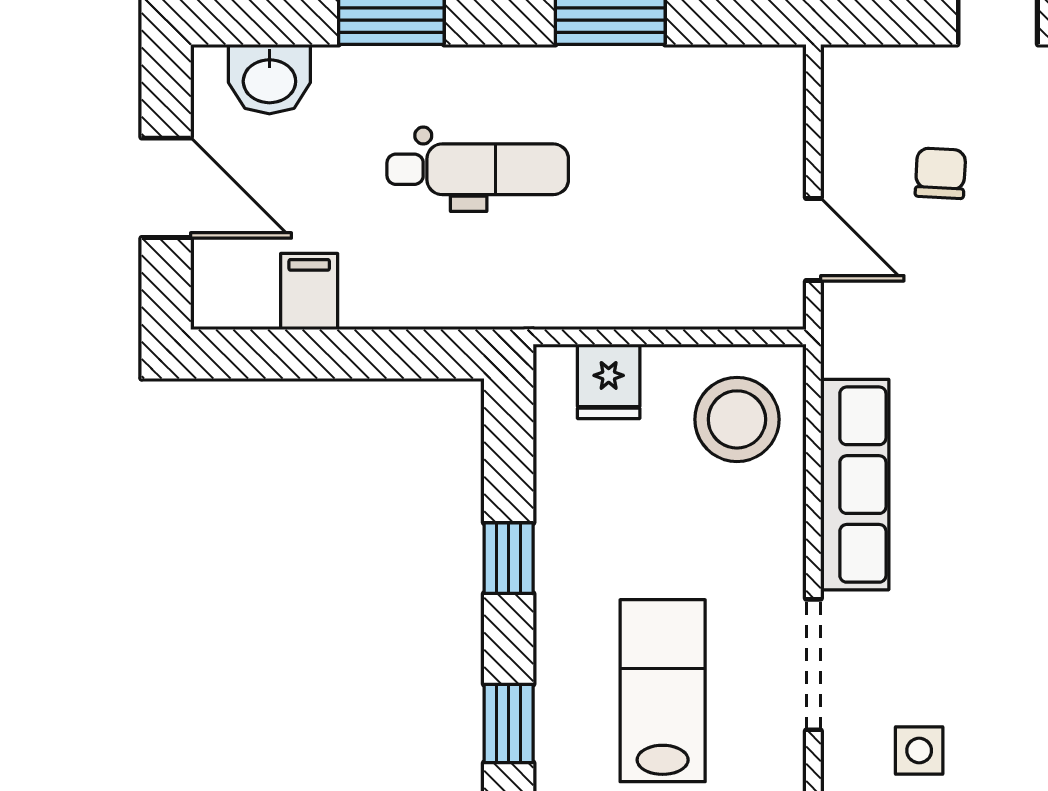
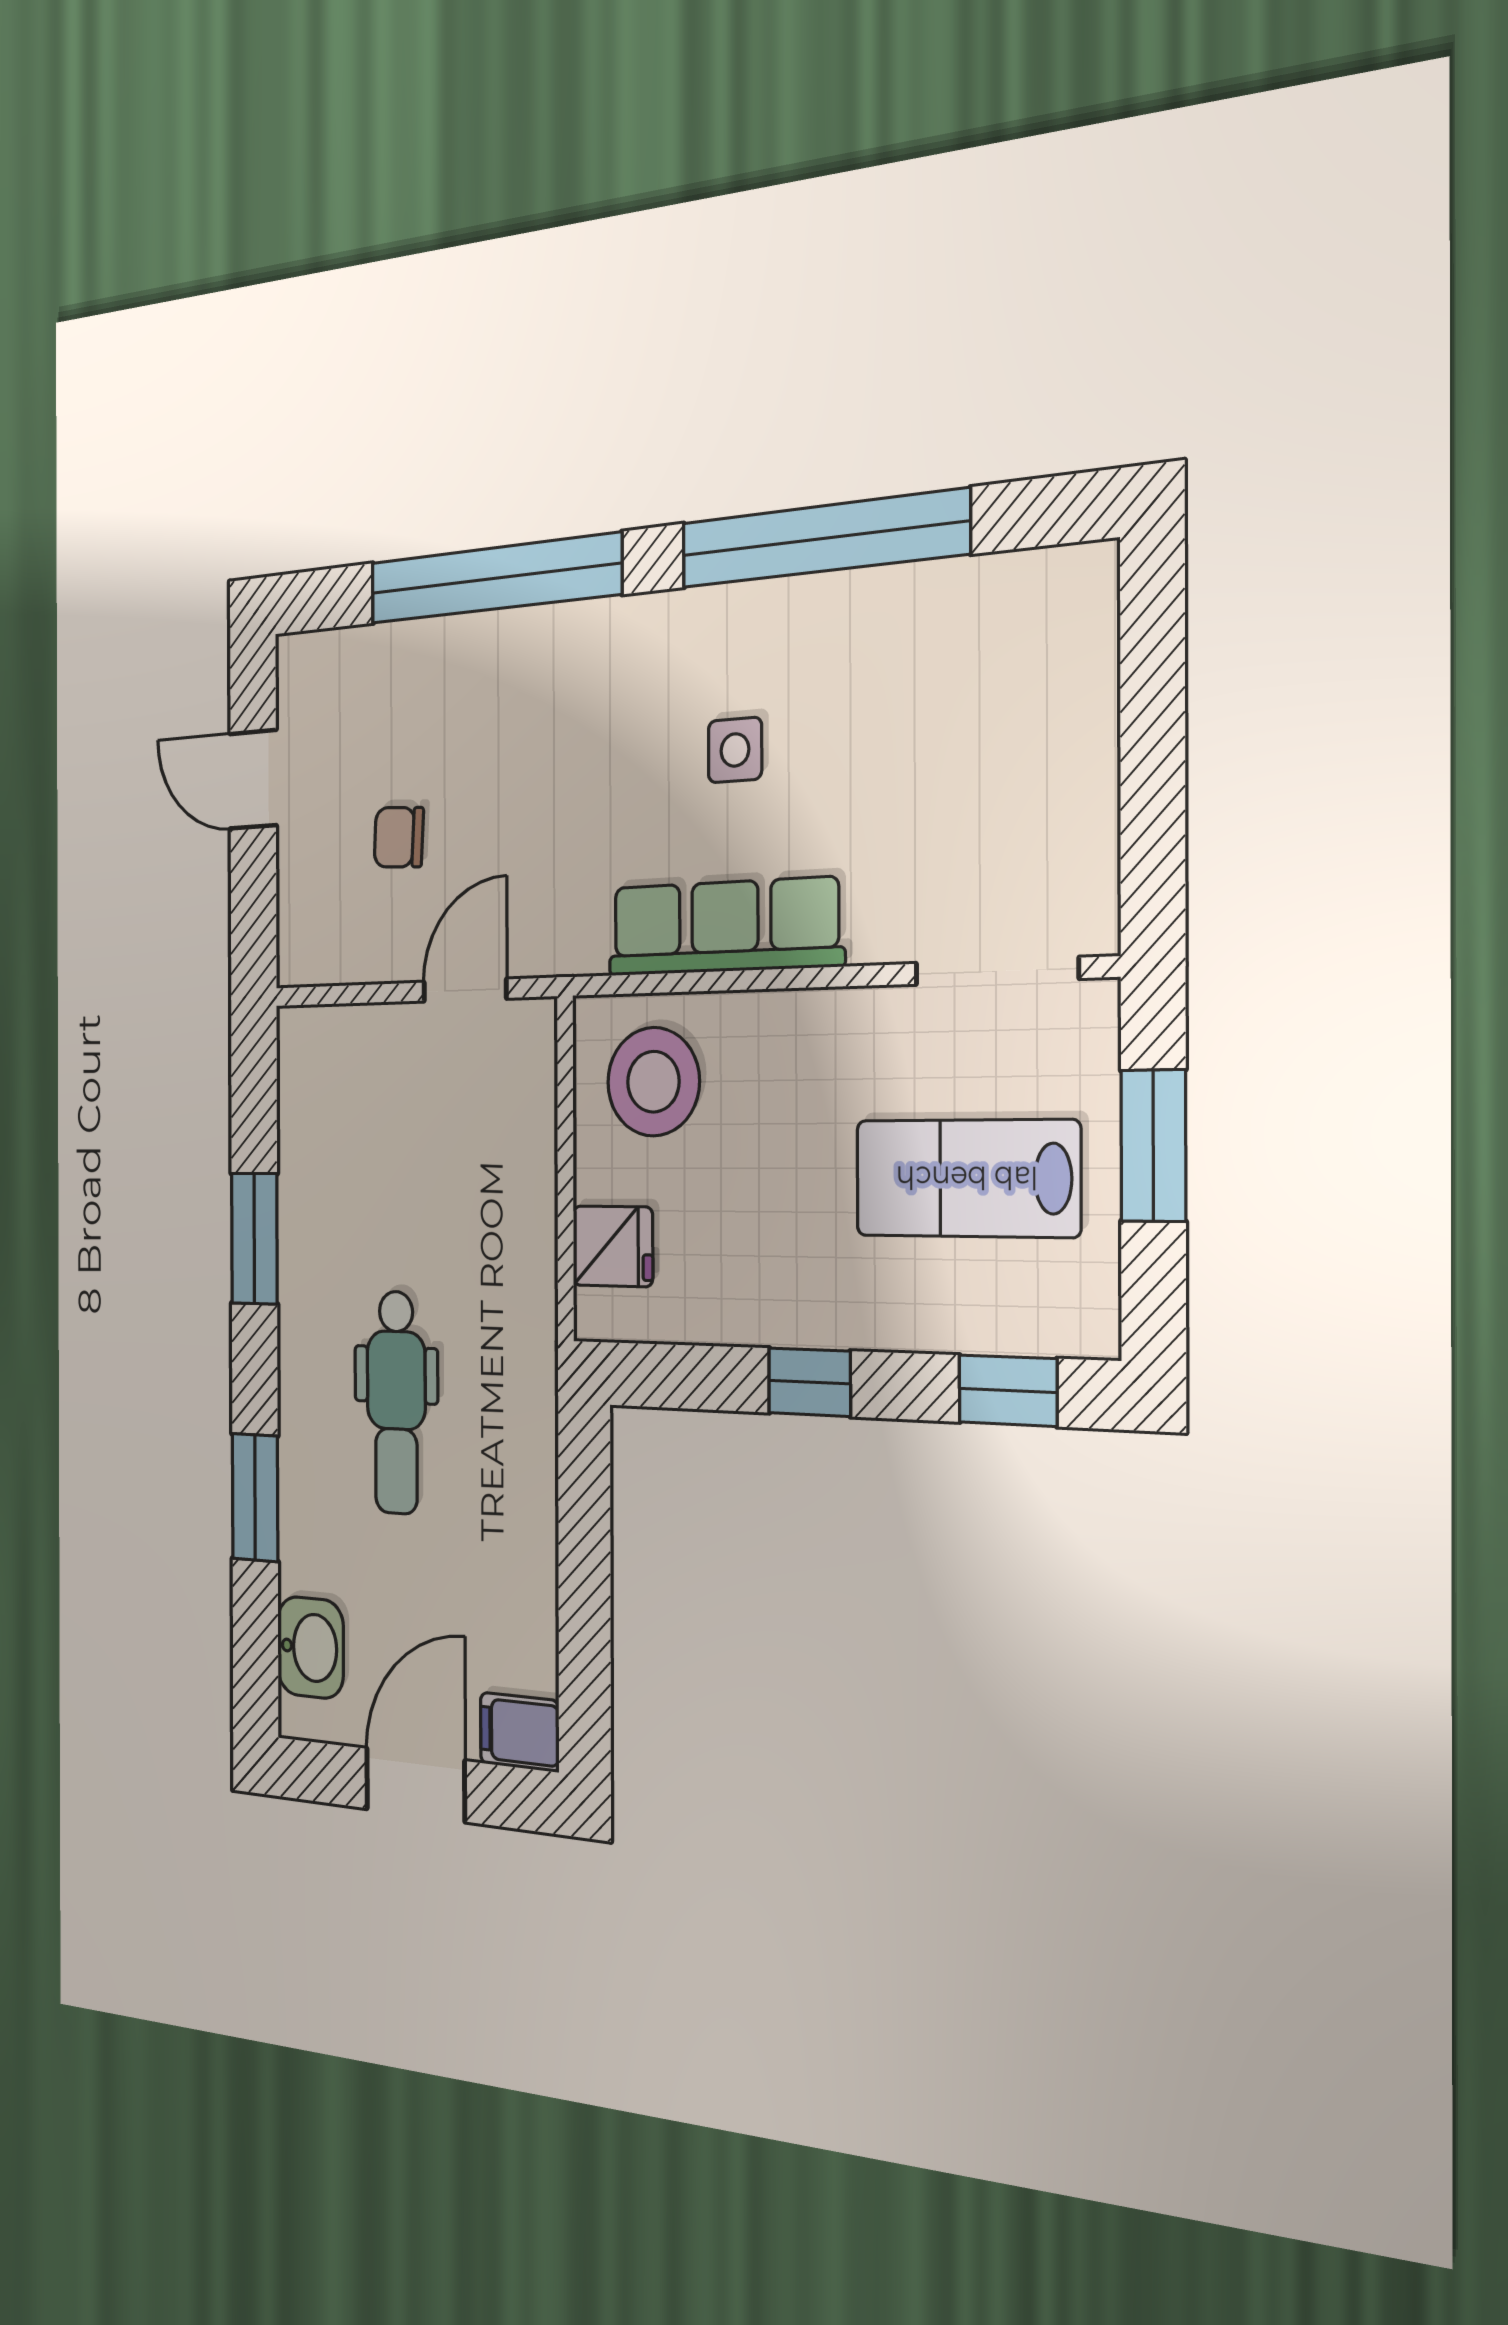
dental chair: (478, 169) -> (396, 1402), turned 180
filing cabinet: (309, 291) -> (520, 1732), moved
doorway: (813, 665) -> (996, 971), moved
side table: (919, 751) -> (735, 750), moved

